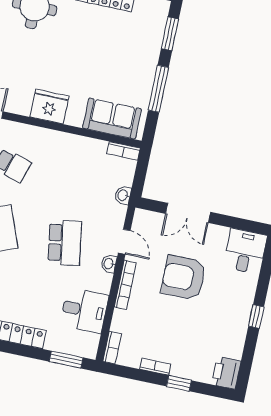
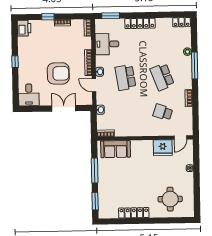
fridge: (50, 107) -> (163, 148), moved

